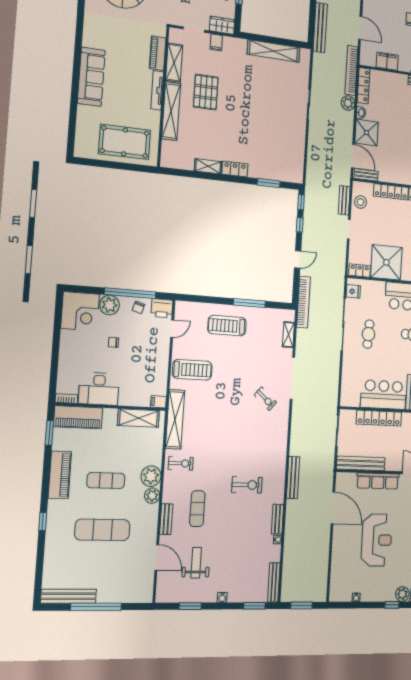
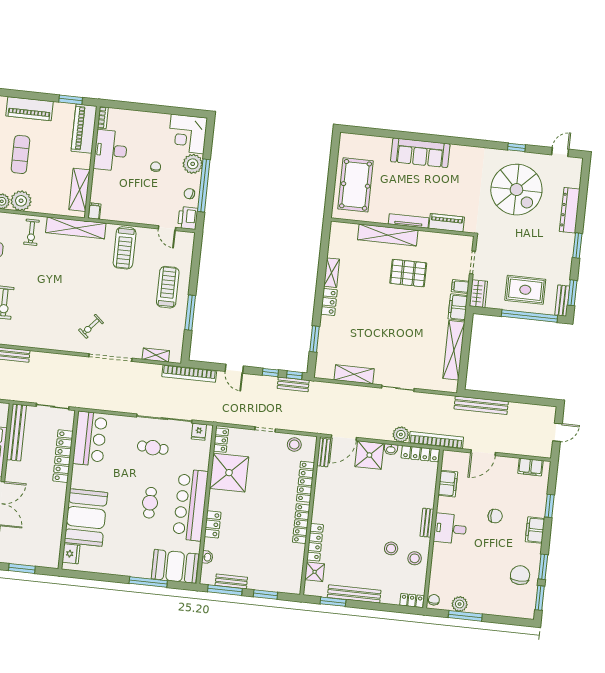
filing cabinet: (235, 46) -> (458, 307), added
shelving: (174, 63) -> (354, 374), moved
bench: (344, 200) -> (293, 384), moved
bar counter: (383, 395) -> (90, 439), moved

